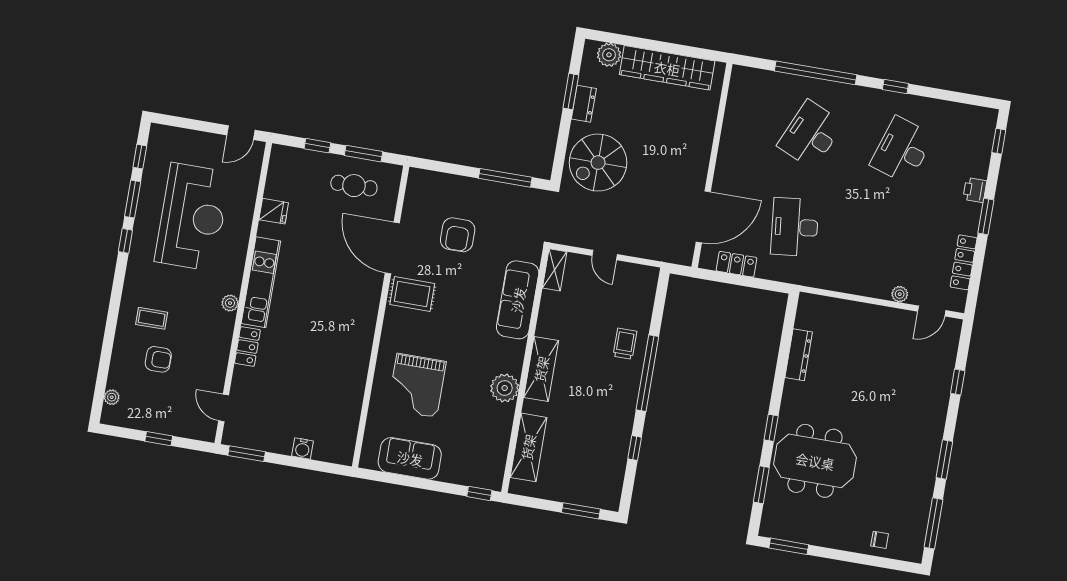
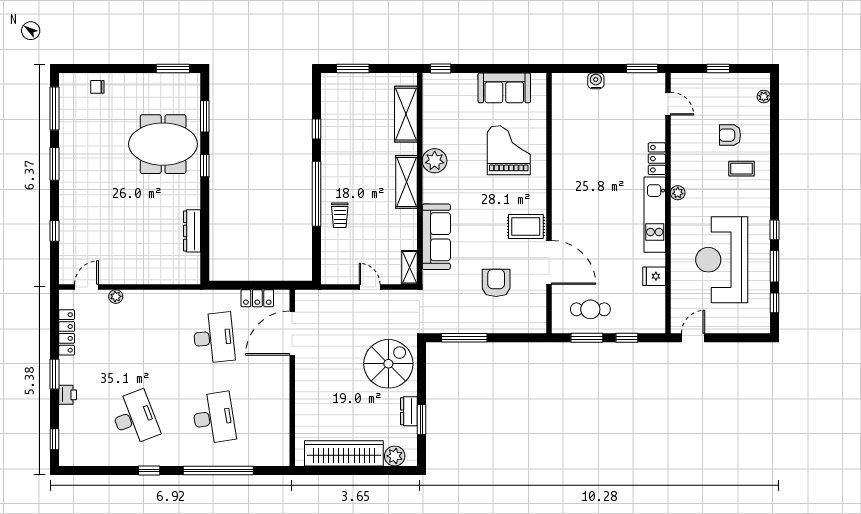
desk: (811, 135) -> (214, 418), turned -33
desk: (902, 150) -> (135, 418), turned -39

